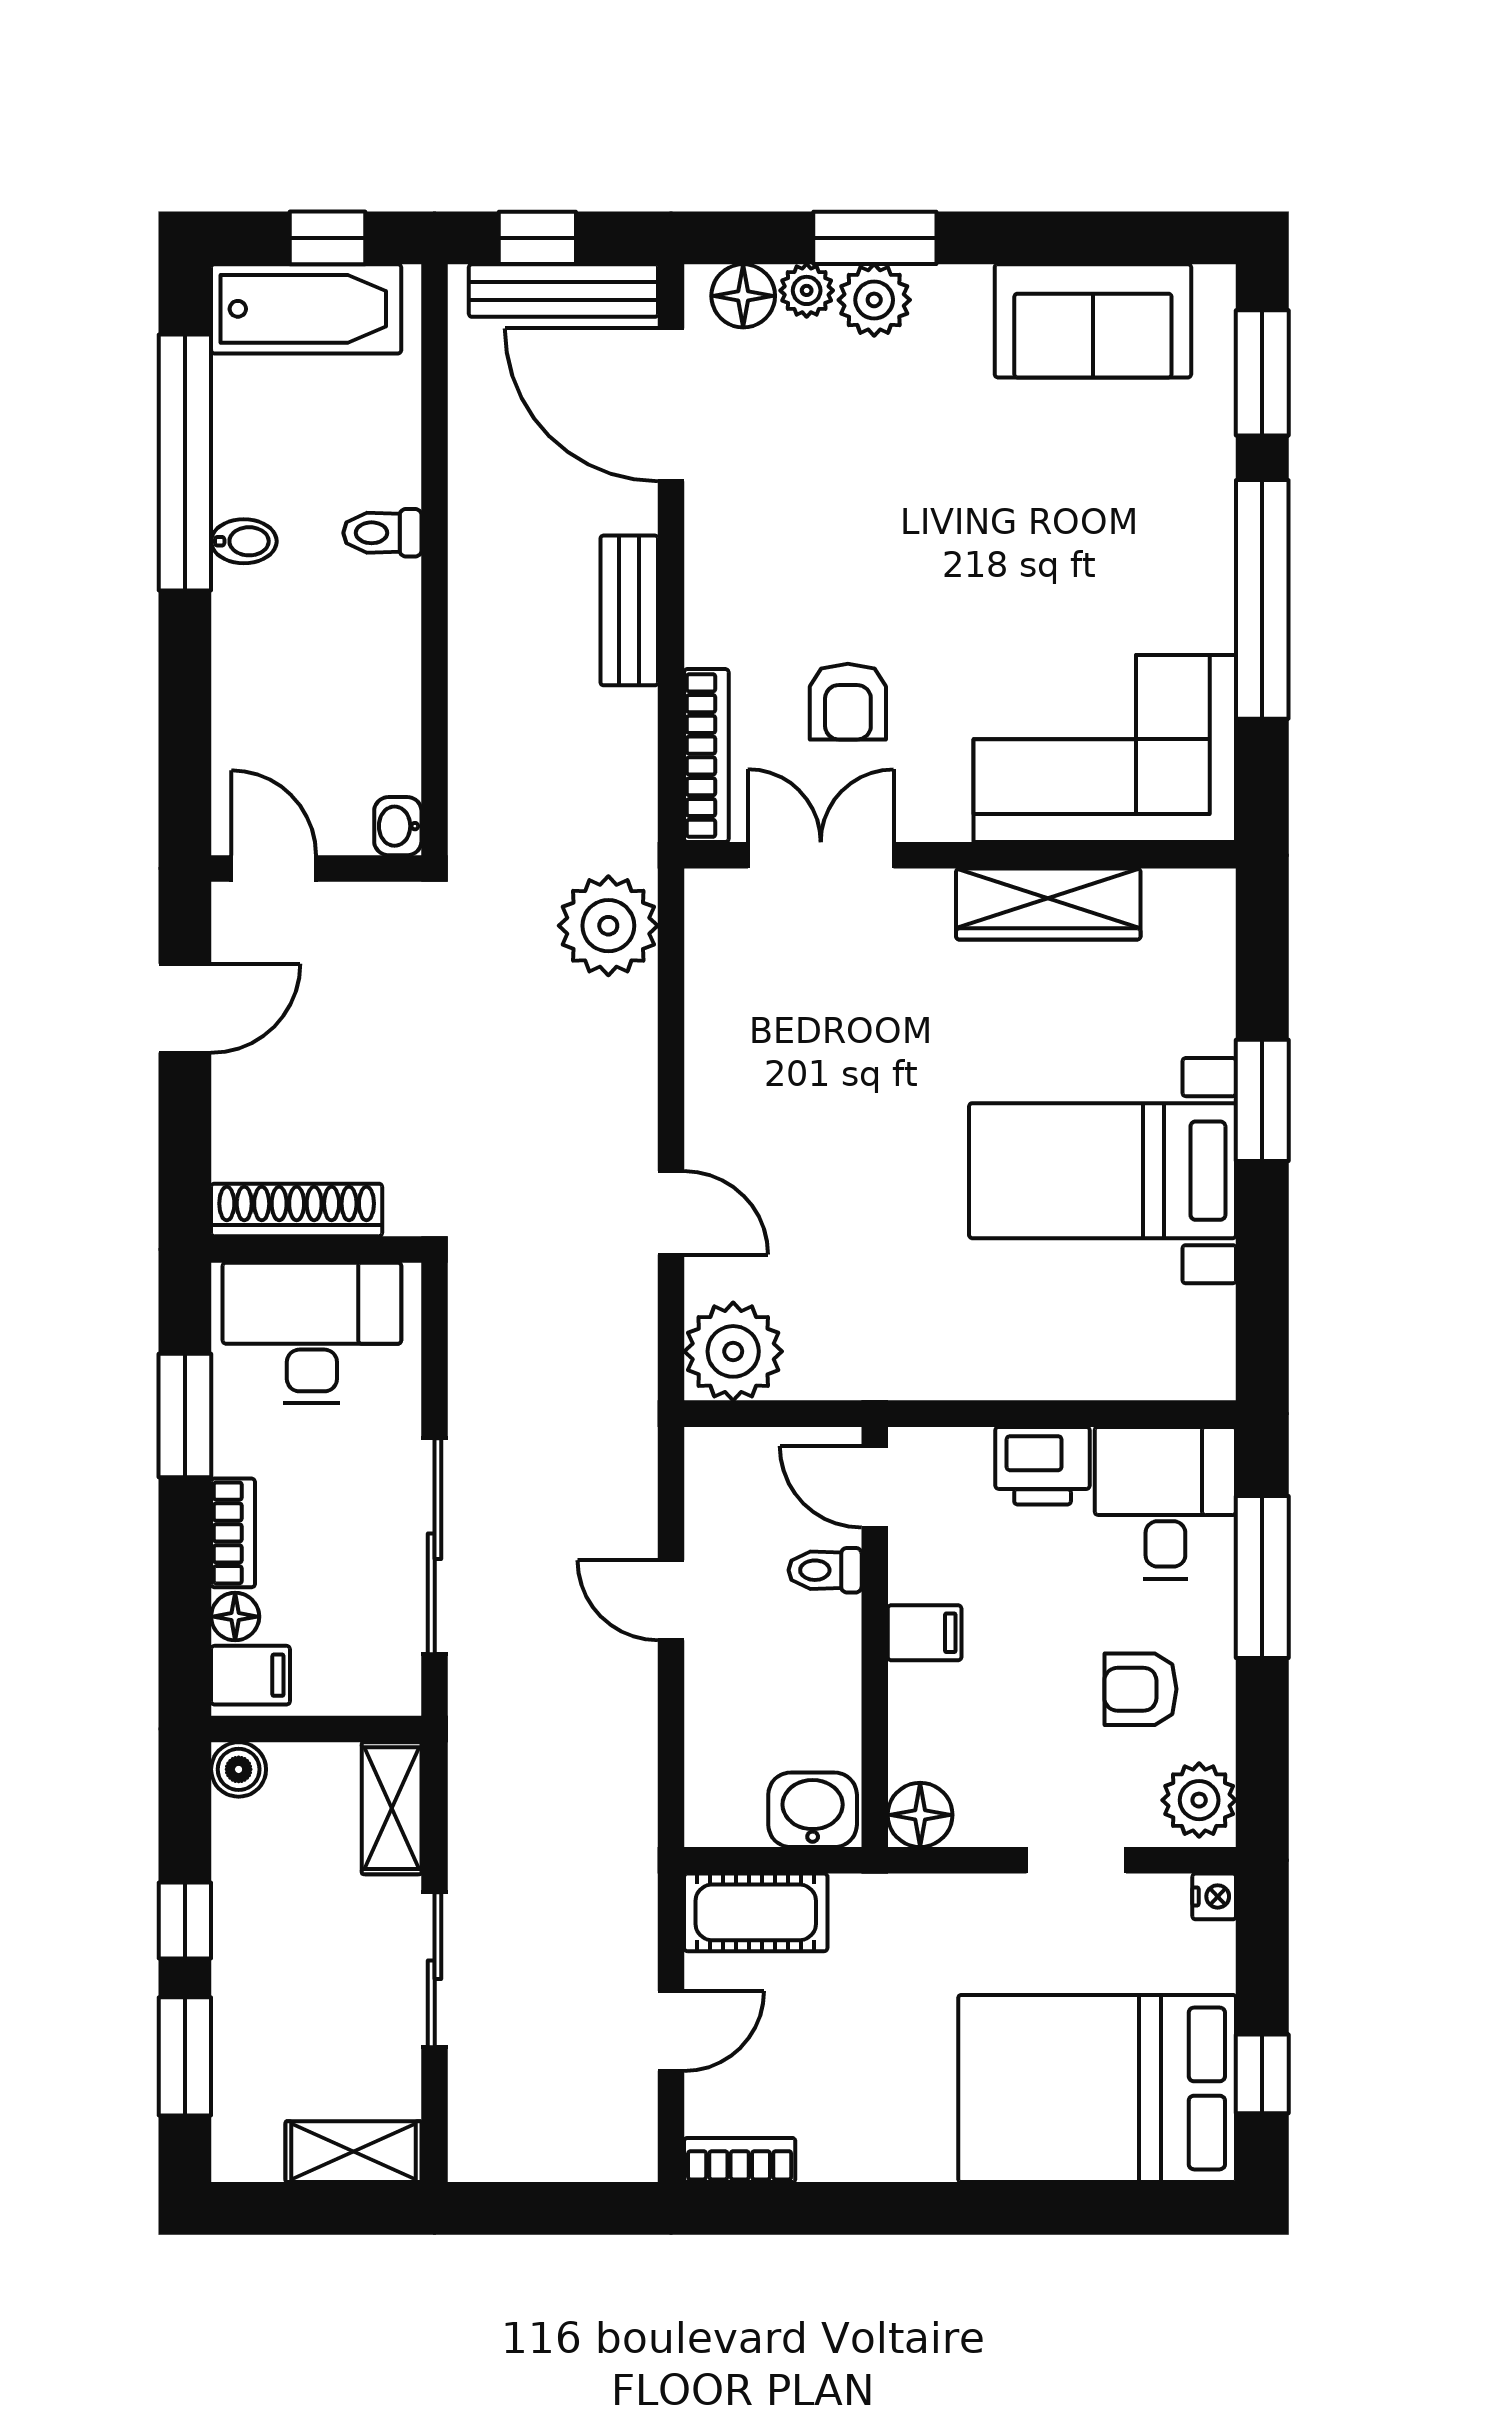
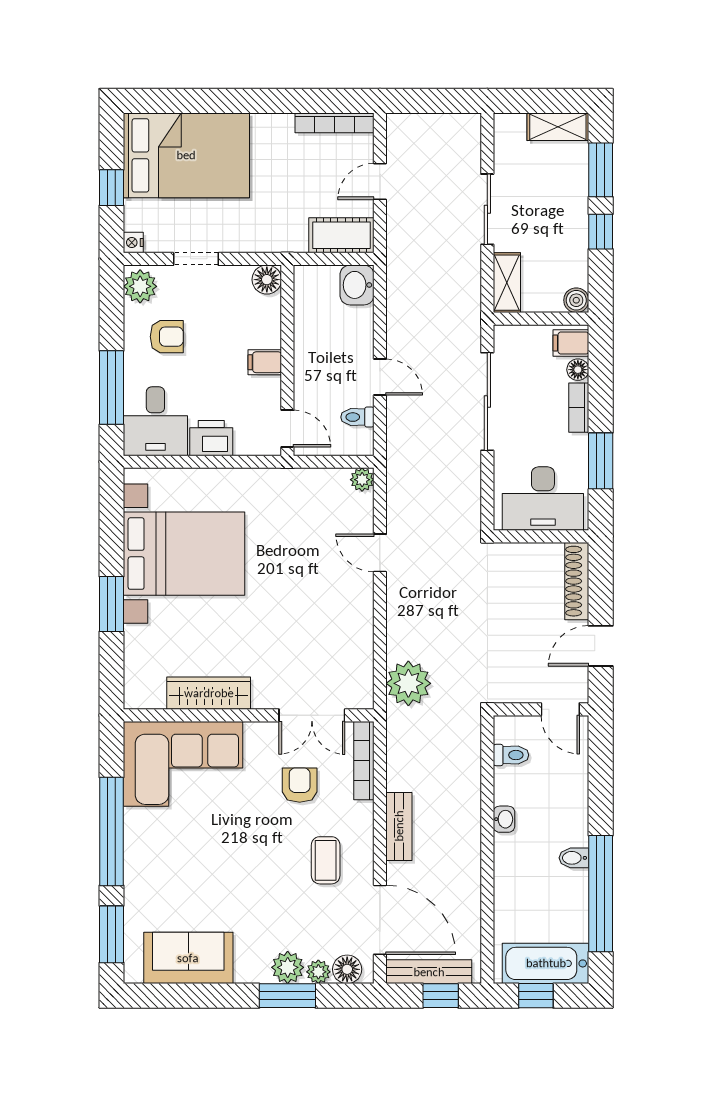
toilet: (382, 533) -> (511, 755), moved
coffee table: (791, 536) -> (326, 860), added
washbasin: (398, 826) -> (504, 819), moved
bed with nightstands: (1103, 1171) -> (184, 554), width x1.36
shoe rack: (297, 1210) -> (577, 581), moved, turned 90
plant: (733, 1351) -> (362, 480), width x0.53, depth x0.53
toilet: (825, 1570) -> (357, 417), moved, turned 180
washbasin: (813, 1810) -> (357, 285), moved, turned 90
window: (1262, 2074) -> (111, 188), moved
shelving: (354, 2152) -> (558, 127), moved
bookcase: (740, 2160) -> (335, 123), width x1.56

